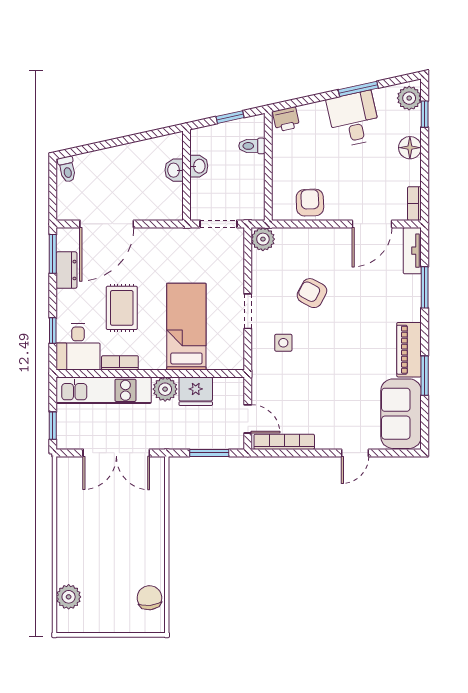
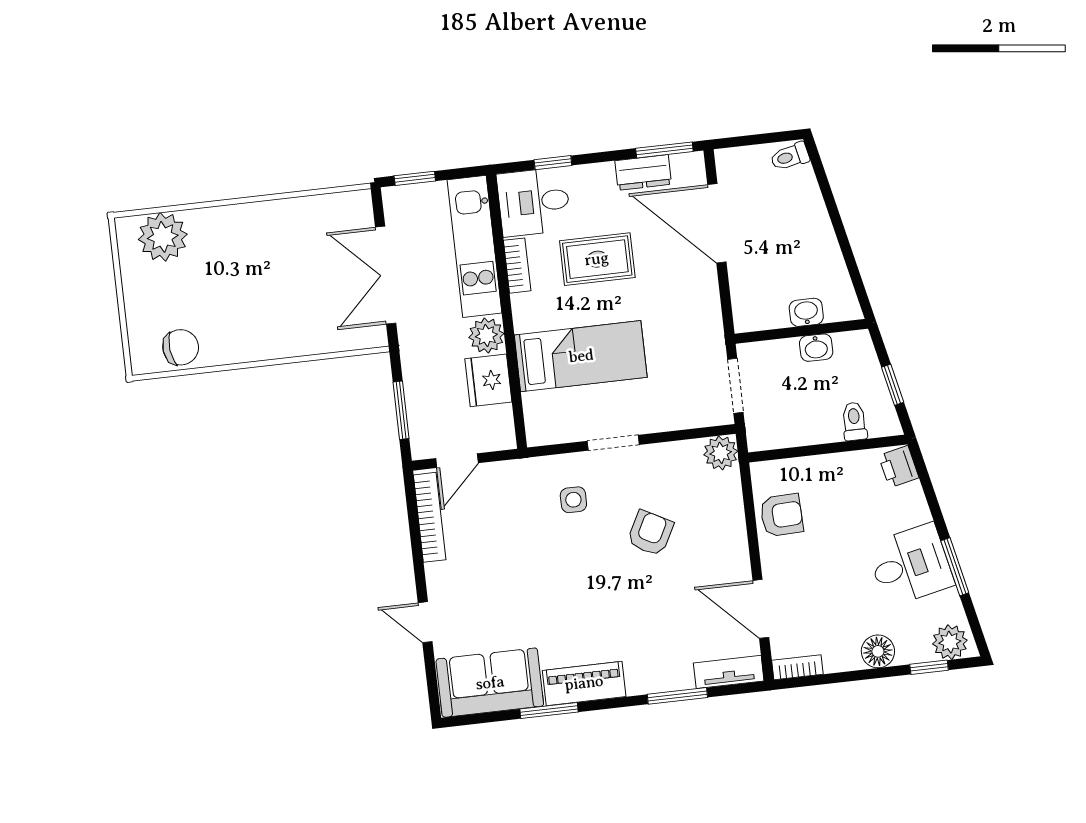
plant: (69, 597) -> (163, 237), width x1.36, depth x1.36

